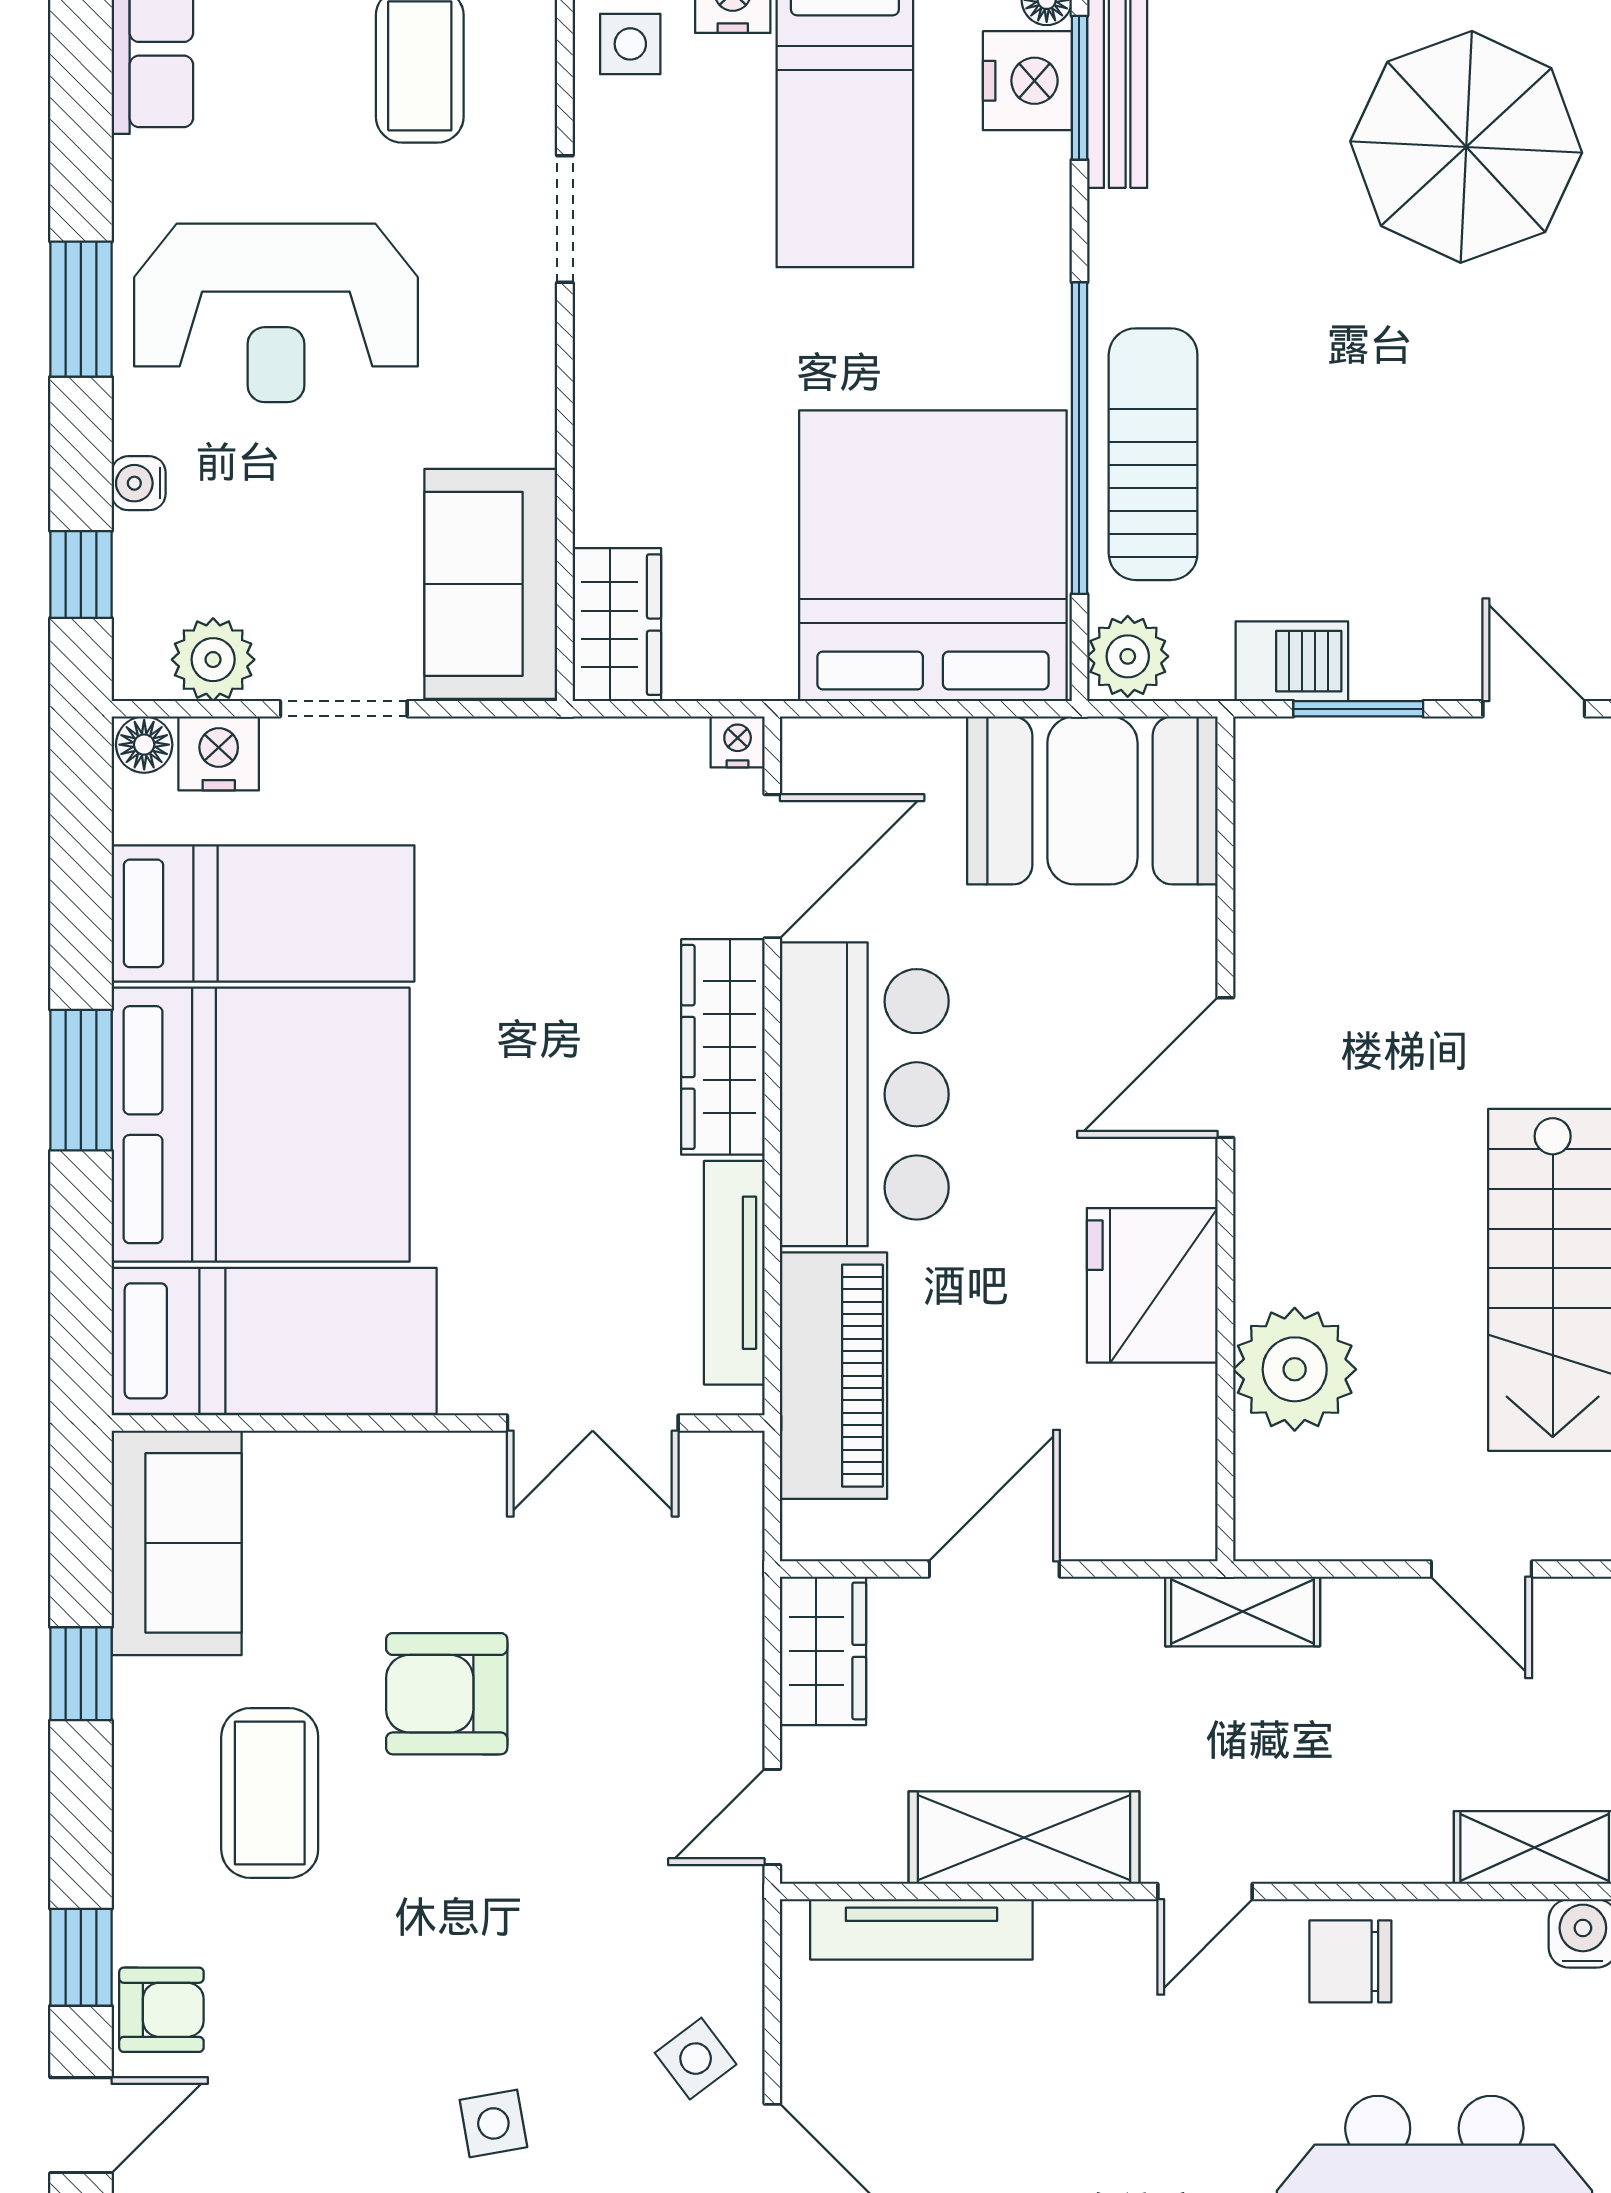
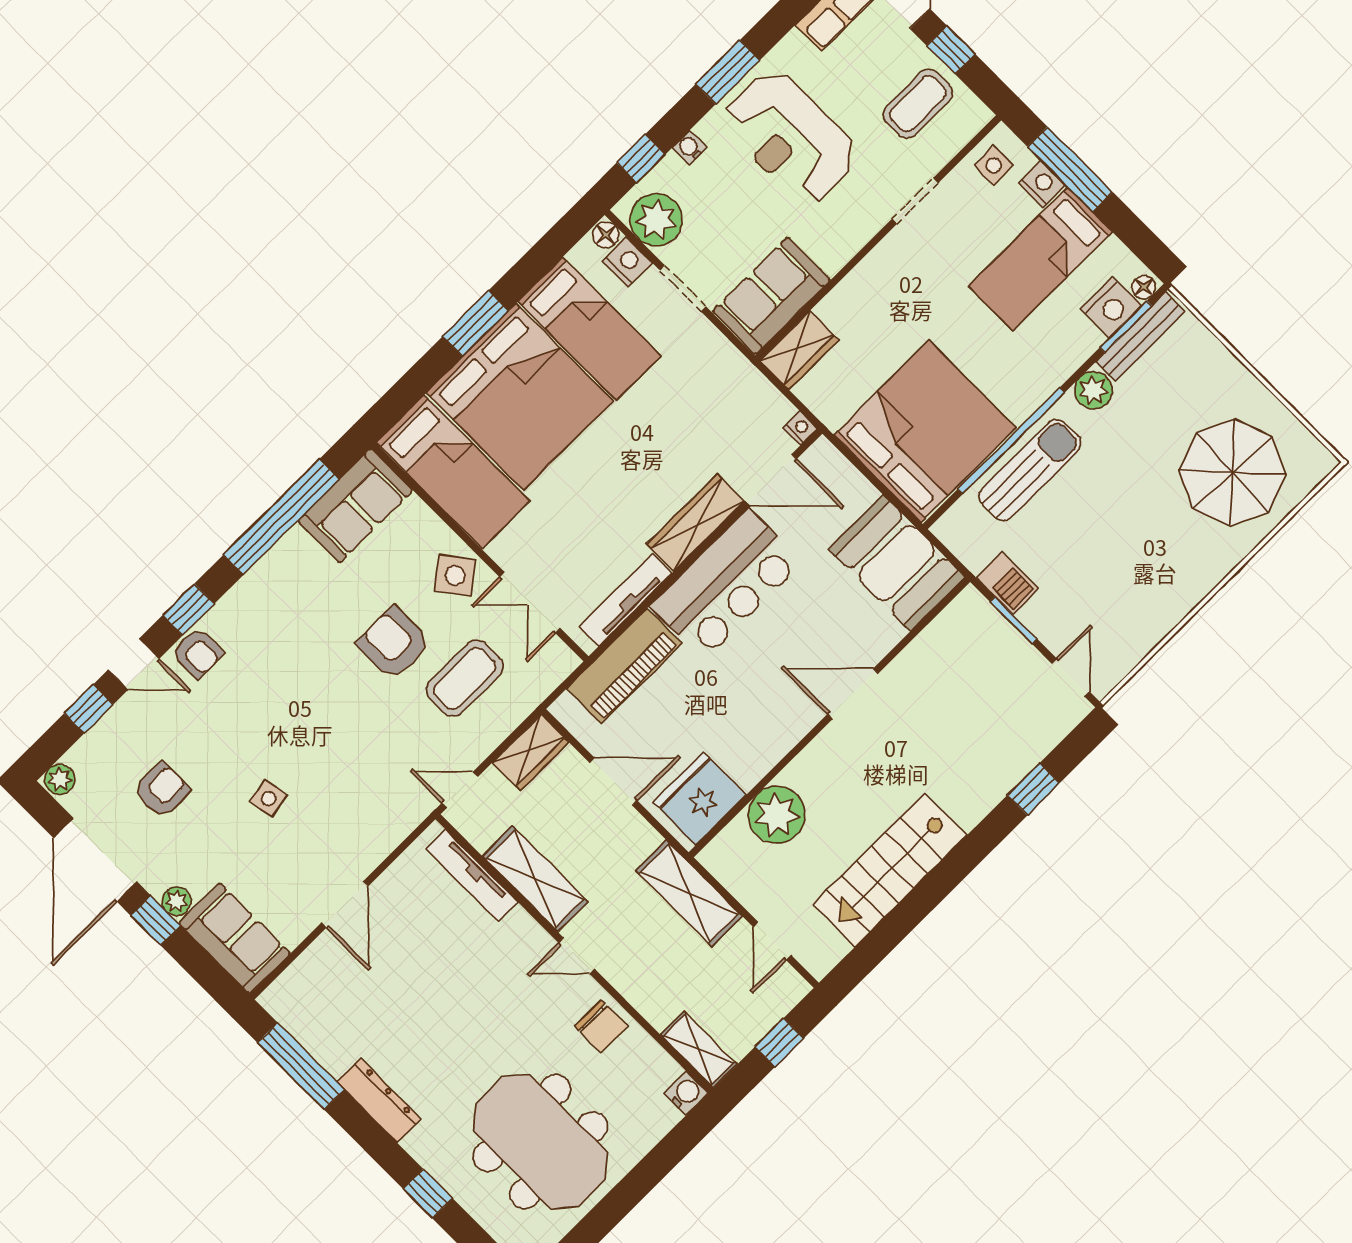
plant: (1128, 656) -> (1093, 390), moved
plant: (213, 660) -> (656, 220), width x1.36, depth x1.36
fridge: (1152, 1285) -> (700, 799), moved
shelving: (1243, 1611) -> (689, 893), width x1.50, depth x1.33
window: (81, 1674) -> (281, 517), width x3.17
coffee table: (270, 1793) -> (465, 678), moved
chair: (1350, 1961) -> (601, 1026), turned 180
side table: (696, 2059) -> (455, 575), moved, width x1.37, depth x1.37

